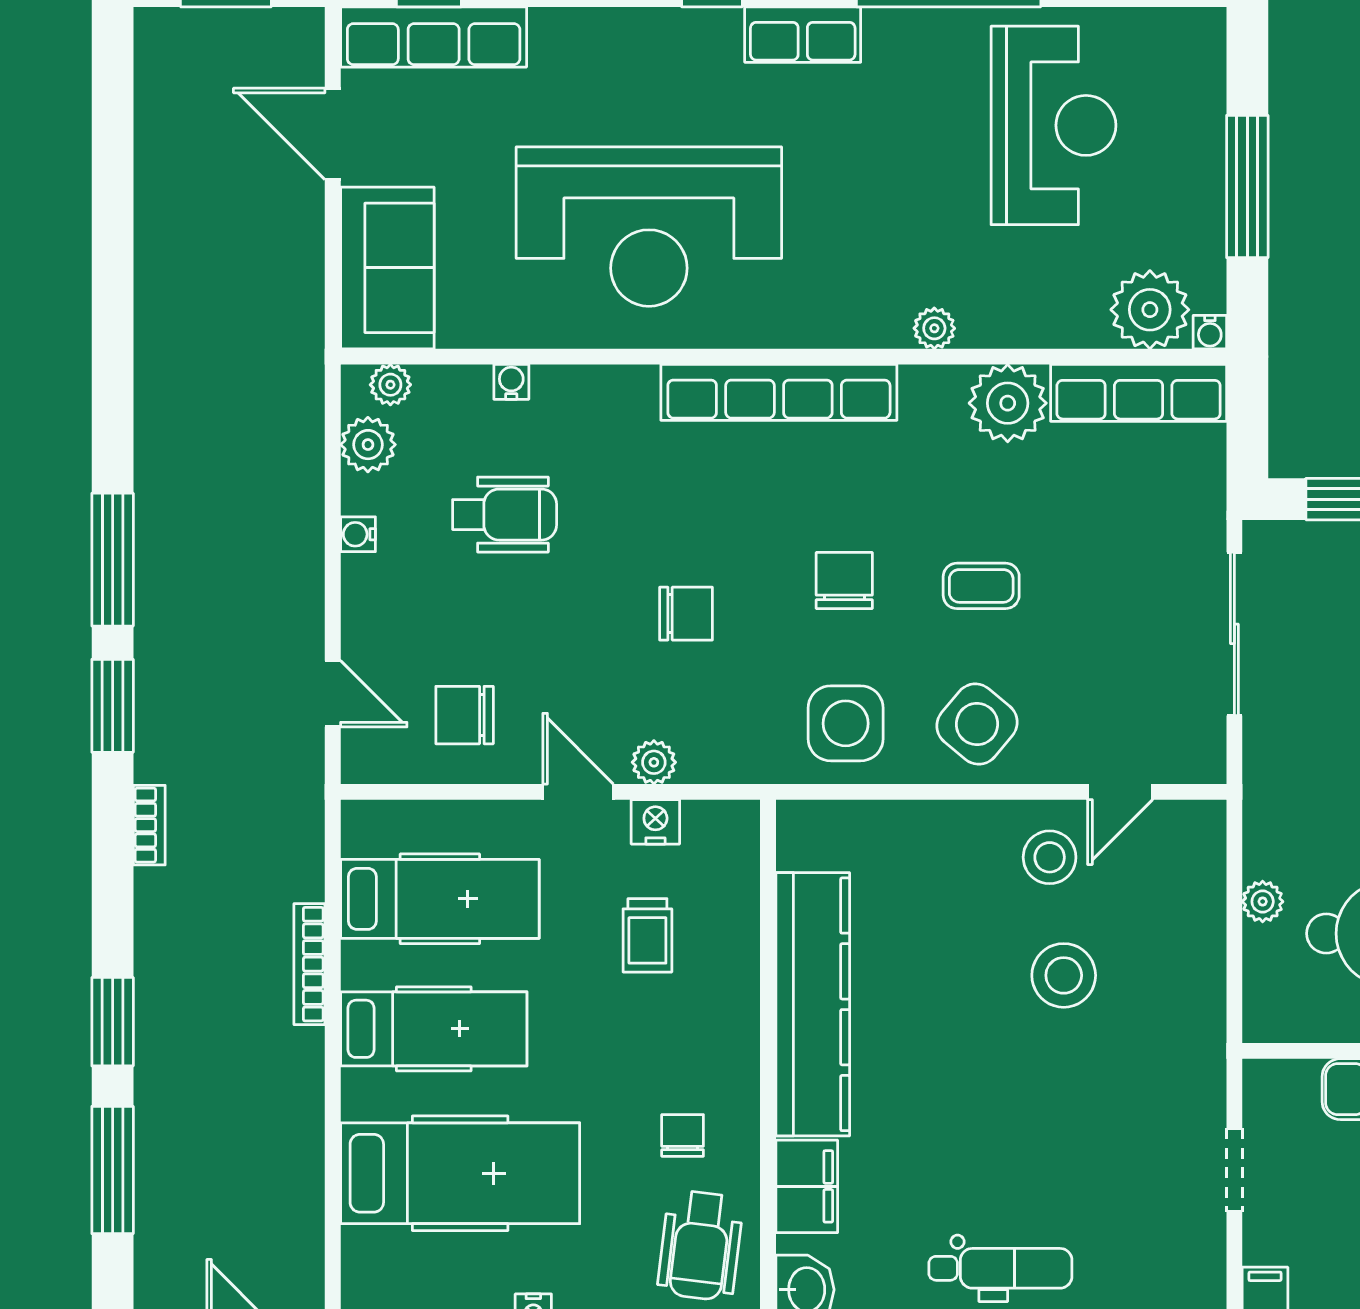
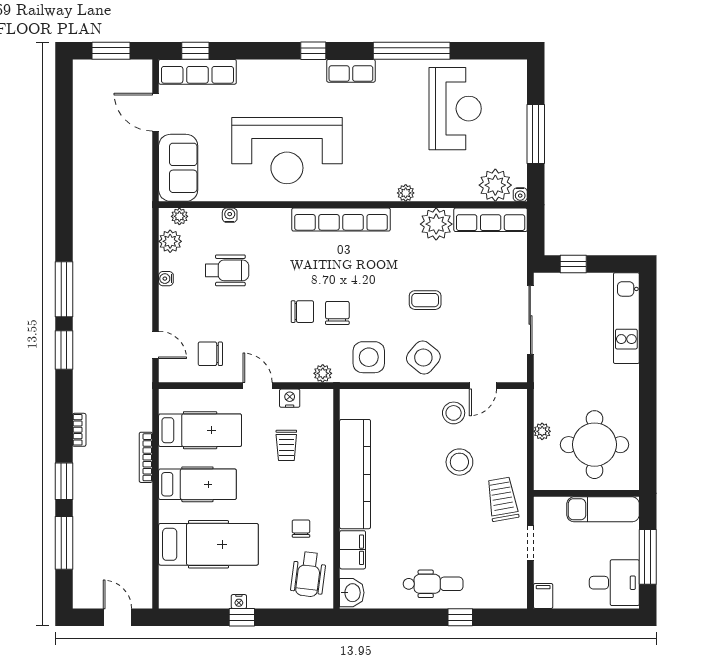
chair: (844, 581) -> (337, 313), moved
plant: (654, 762) -> (323, 373), moved
bookcase: (149, 825) -> (79, 430), moved
trolley: (1167, 1065) -> (502, 499), added

